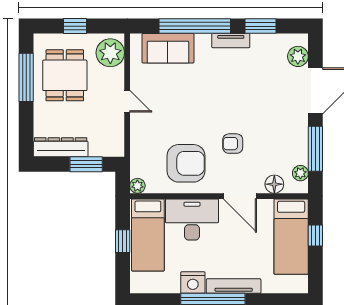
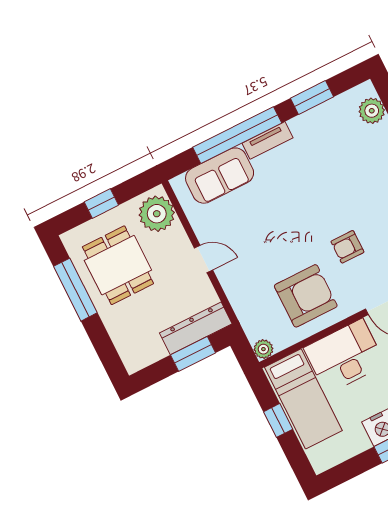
tv unit: (231, 41) -> (268, 140), moved
dresser: (61, 147) -> (196, 328), moved

